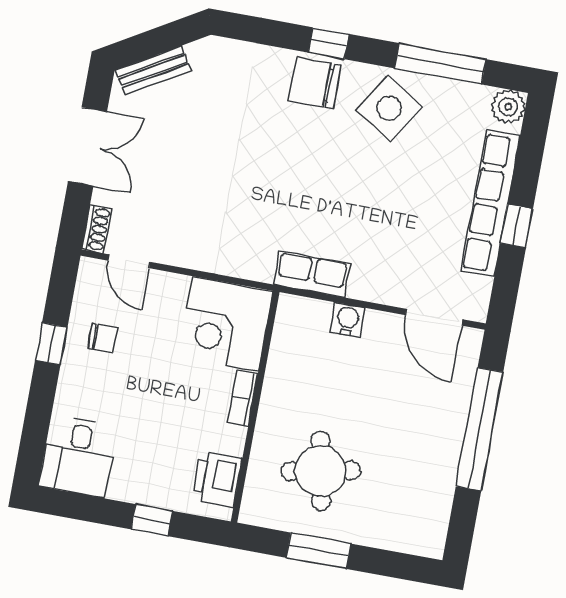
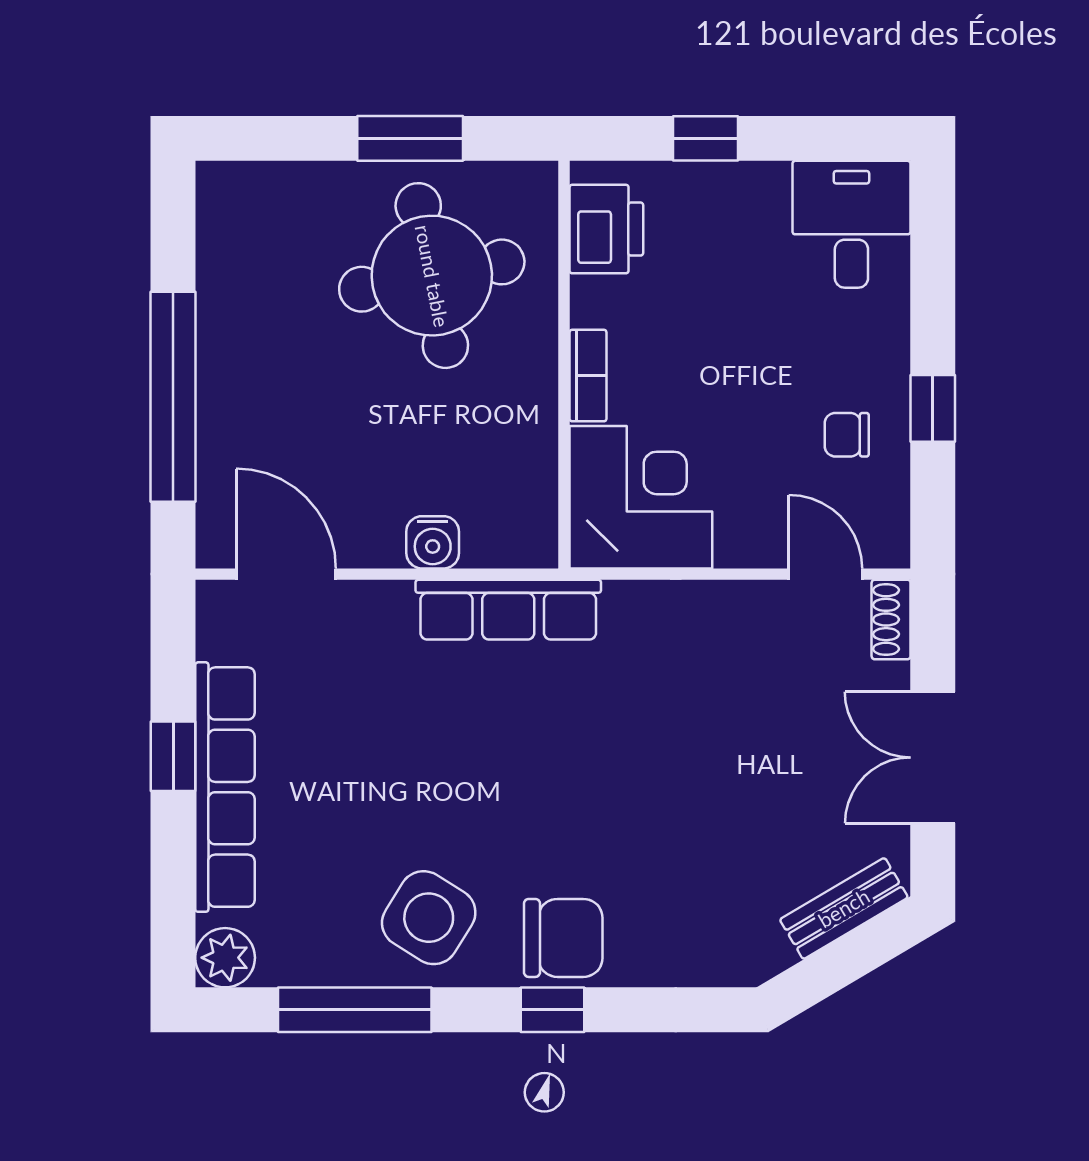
row of seats: (312, 274) -> (508, 610), width x1.48
round table: (321, 471) -> (432, 276), width x1.36, depth x1.36

